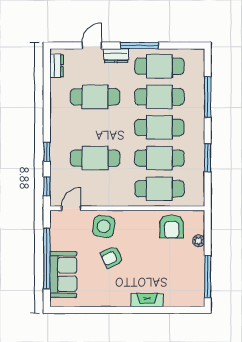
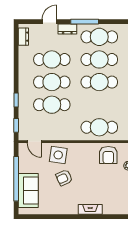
cafe table: (159, 158) -> (52, 82), moved
door: (71, 208) -> (34, 142), swing flipped

